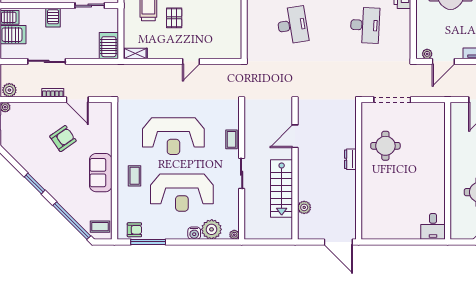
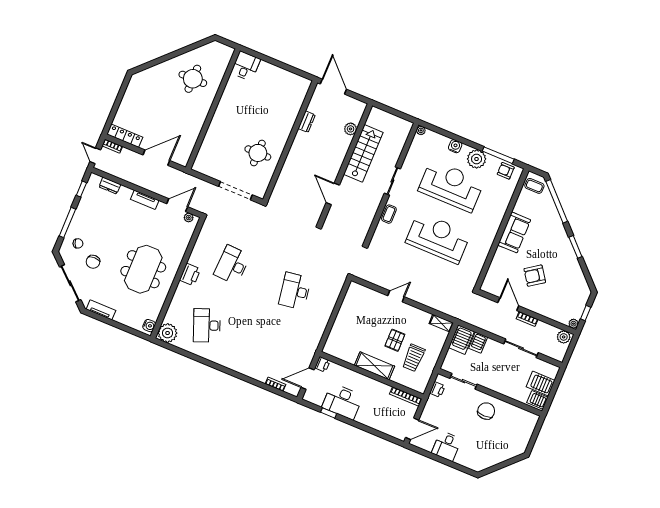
server rack: (53, 18) -> (478, 343), moved, turned 180
door: (295, 136) -> (333, 194), swing flipped
dresser: (350, 159) -> (307, 122), moved
coffee table: (135, 176) -> (486, 217), removed
plant: (212, 229) -> (477, 159), moved

